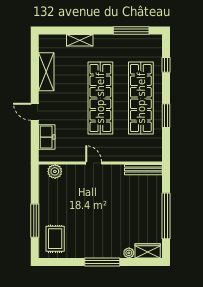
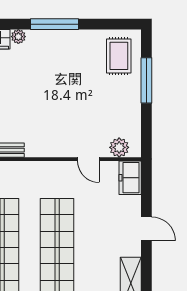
freezer: (47, 137) -> (130, 178), moved
door: (94, 163) -> (88, 159), moved

